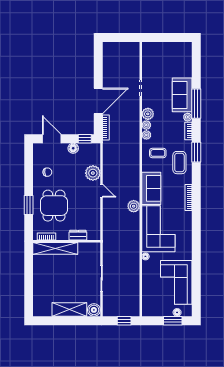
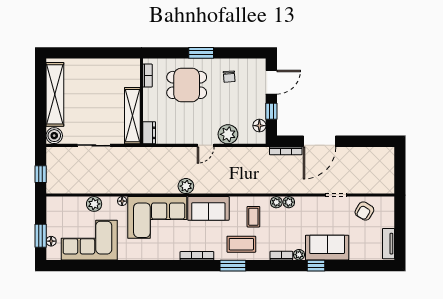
tv unit: (179, 47) -> (388, 244), added
armchair: (153, 66) -> (364, 211), added
door: (98, 101) -> (320, 141), hinge flipped
window: (196, 104) -> (316, 266), width x0.46
plant: (148, 114) -> (94, 204), moved
window: (85, 139) -> (271, 111), moved
floor lamp: (73, 148) -> (259, 126), moved
window: (196, 152) -> (233, 266), moved
window: (29, 205) -> (201, 53), moved
dresser: (78, 235) -> (149, 133), moved
shelving: (55, 248) -> (132, 116), moved
shelving: (69, 309) -> (55, 94), width x1.47

